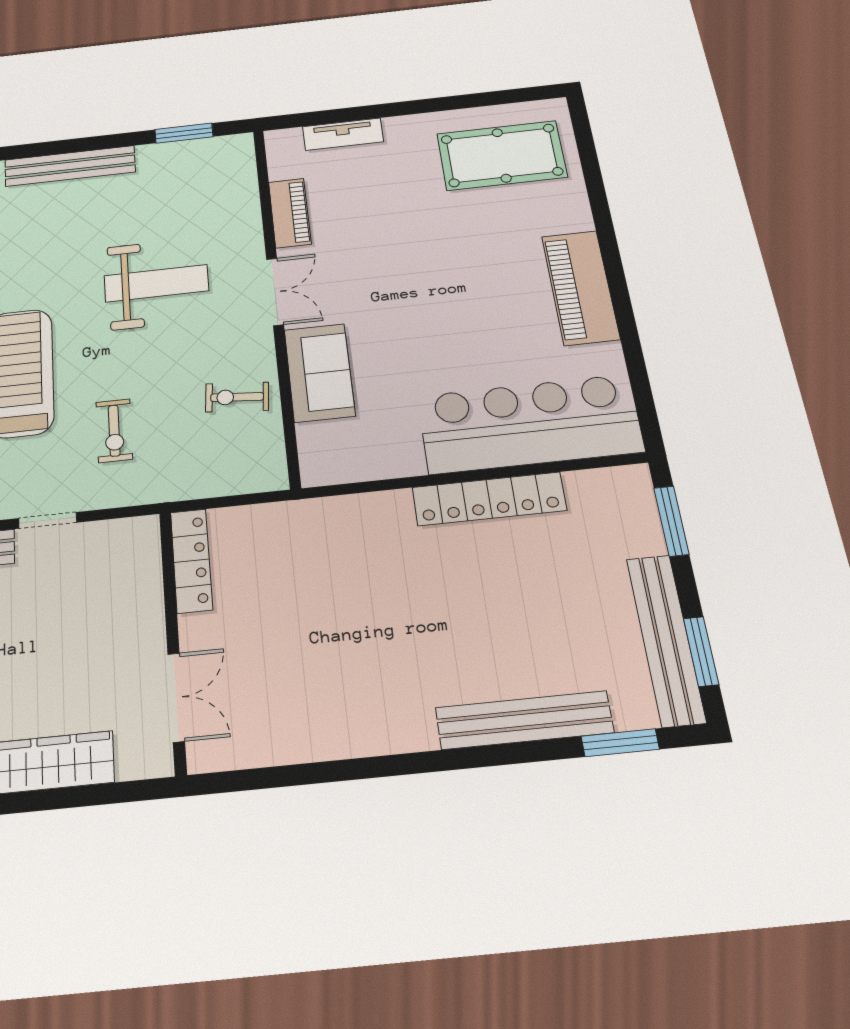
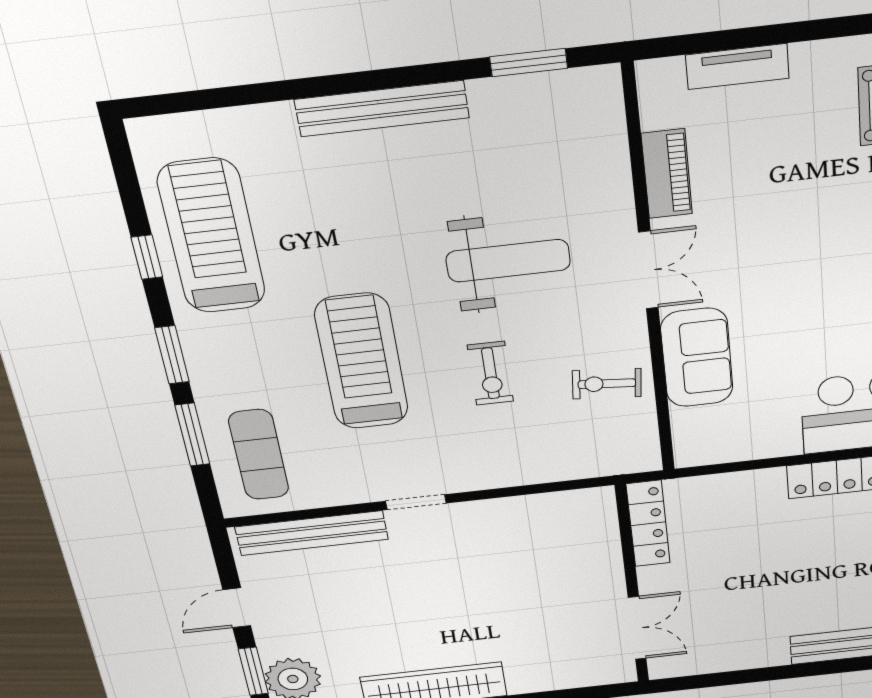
exercise bike: (114, 431) -> (490, 373), moved
locker: (191, 561) -> (648, 524), moved
wall: (173, 639) -> (632, 586), moved
double door: (176, 697) -> (637, 628), moved

